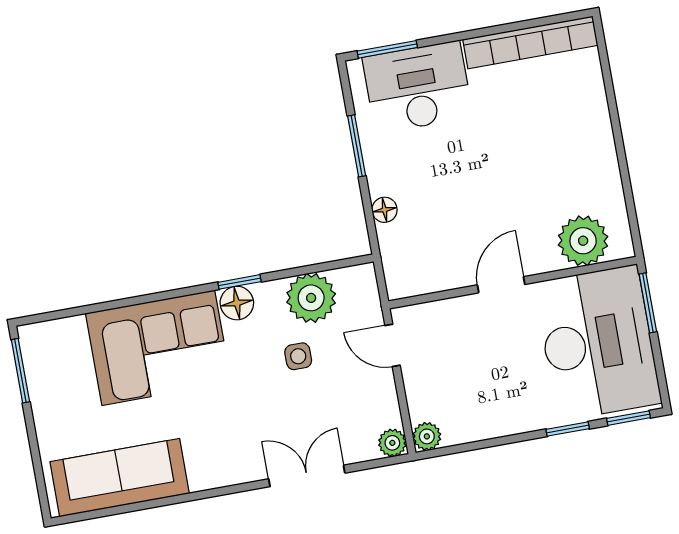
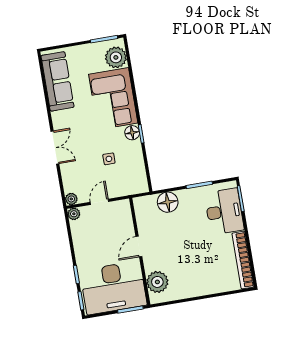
floor lamp: (384, 210) -> (168, 202), width x1.89, depth x1.89
door: (501, 285) -> (139, 246), swing flipped
plant: (311, 298) -> (116, 57), moved
door: (393, 345) -> (99, 202), moved
double door: (307, 476) -> (55, 148), moved

